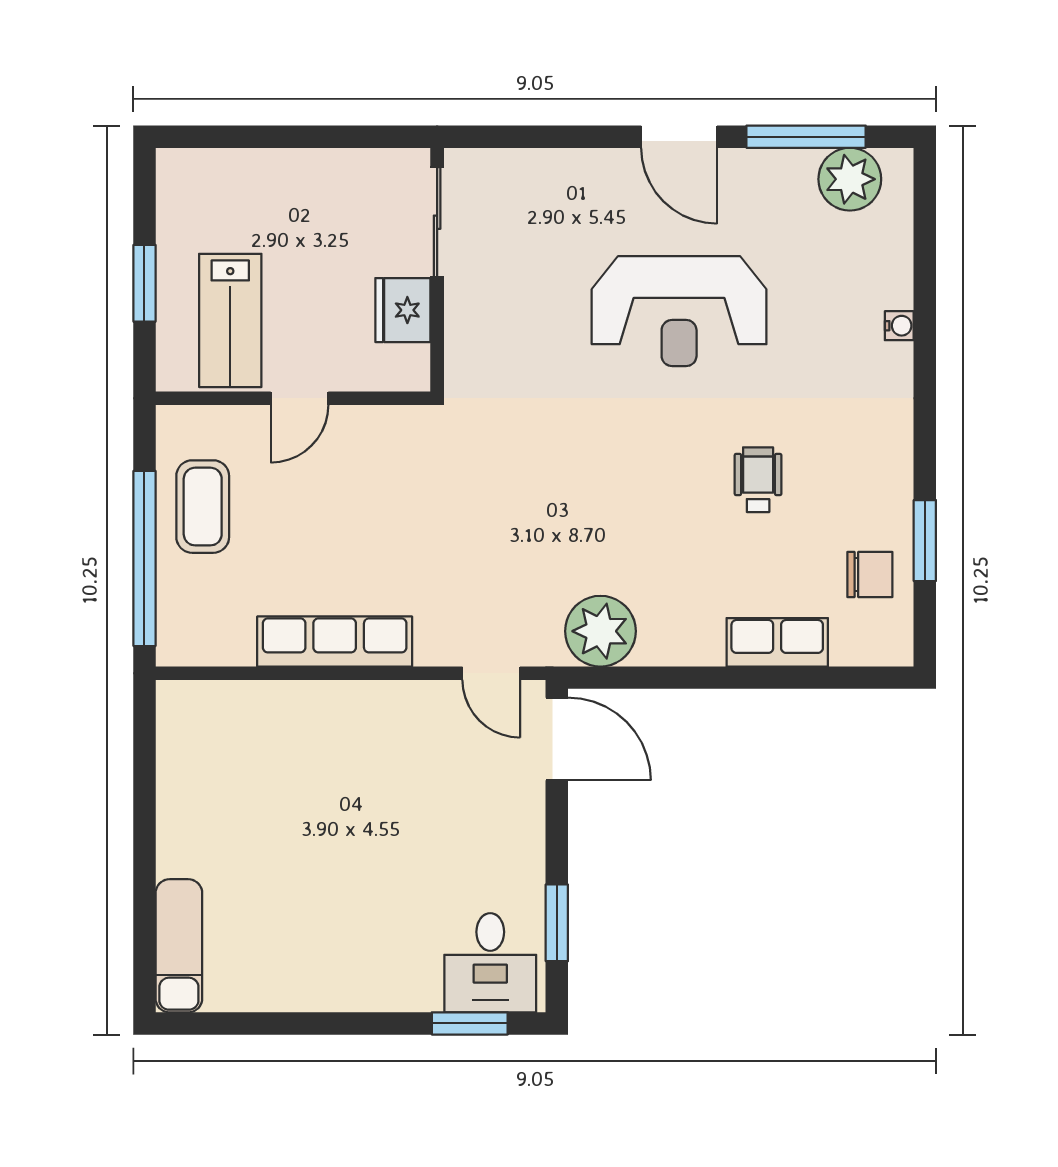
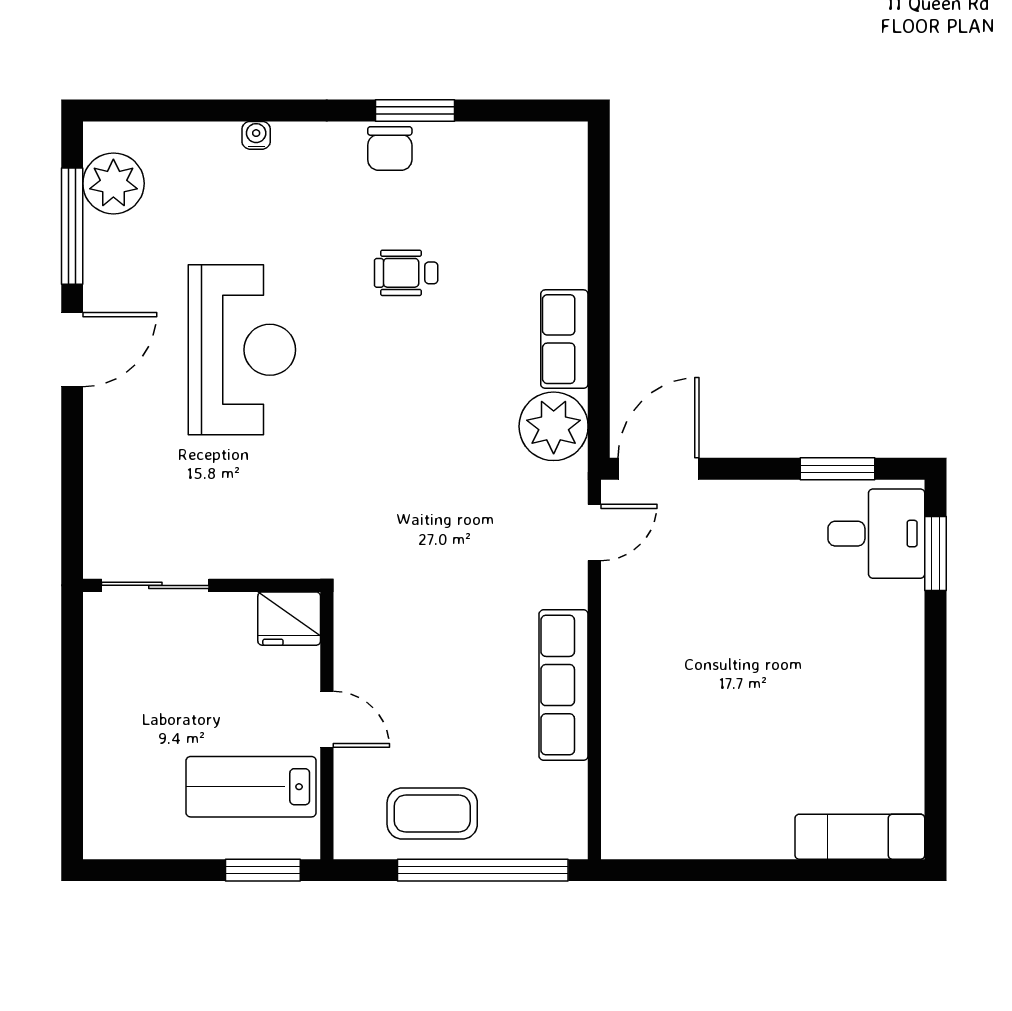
window: (144, 283) -> (263, 870), moved
fridge: (403, 310) -> (289, 619), moved
lab bench: (230, 320) -> (251, 787), turned 180
window: (925, 541) -> (415, 110), moved
chair: (870, 575) -> (390, 148), moved, turned 180
row of seats: (777, 642) -> (564, 339), moved

